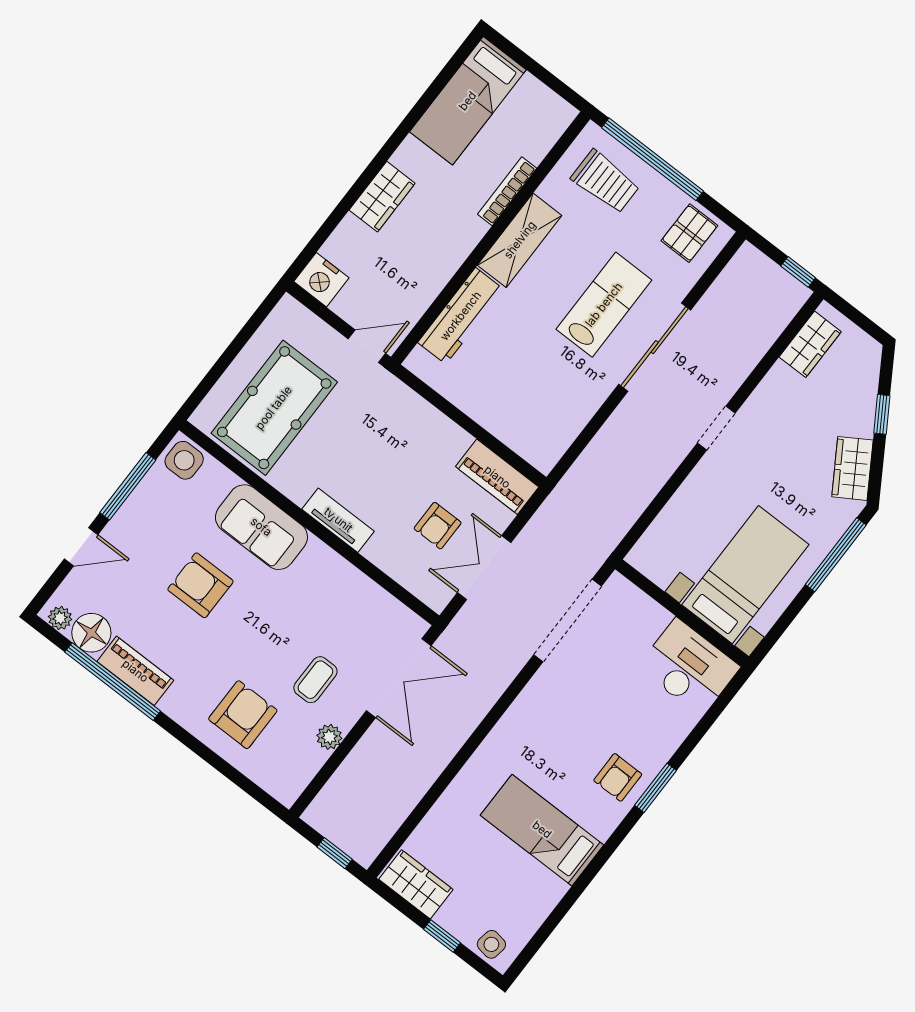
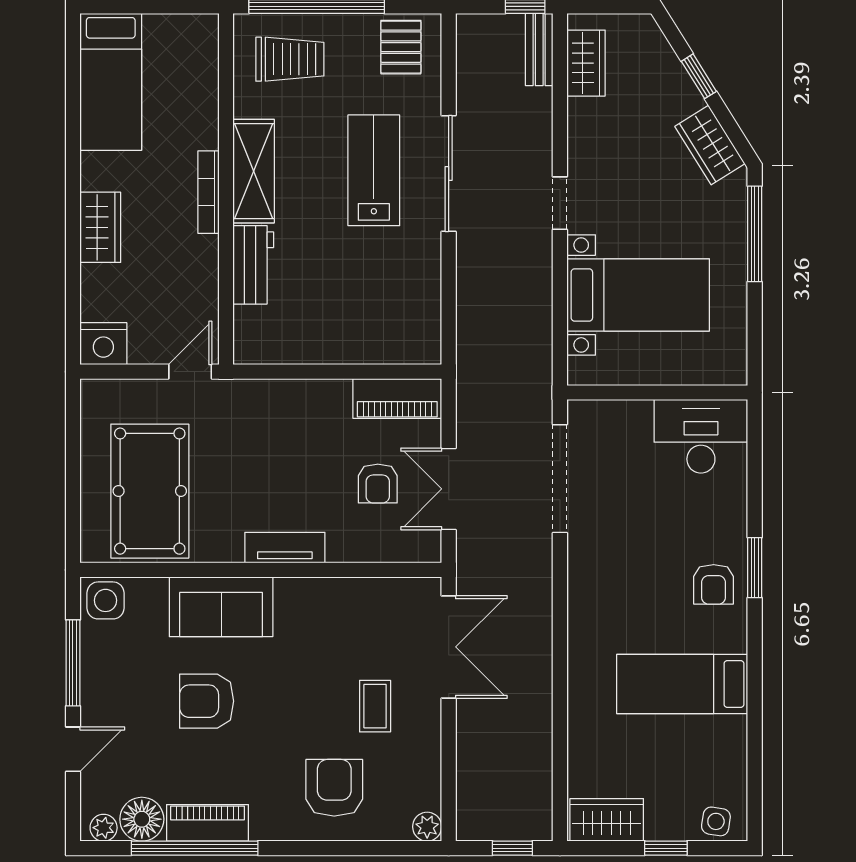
bookcase: (507, 191) -> (208, 192), moved
bench: (785, 310) -> (539, 50), added
workbench: (461, 316) -> (253, 265), width x0.73
bed with nightstands: (745, 575) -> (638, 295), moved, turned 90
plant: (329, 737) -> (427, 827), moved

